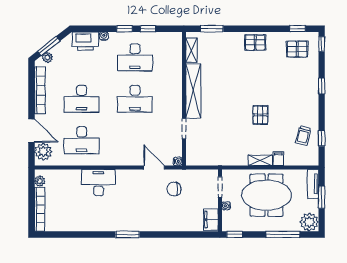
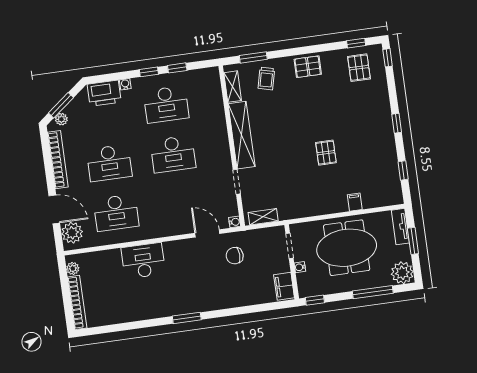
pallet: (297, 49) -> (359, 68), turned 90
window: (322, 86) -> (397, 123), moved
trolley: (303, 136) -> (266, 78), moved
shelving: (260, 160) -> (263, 217), moved

